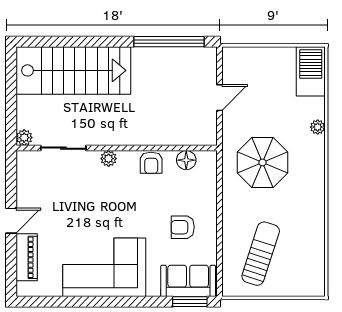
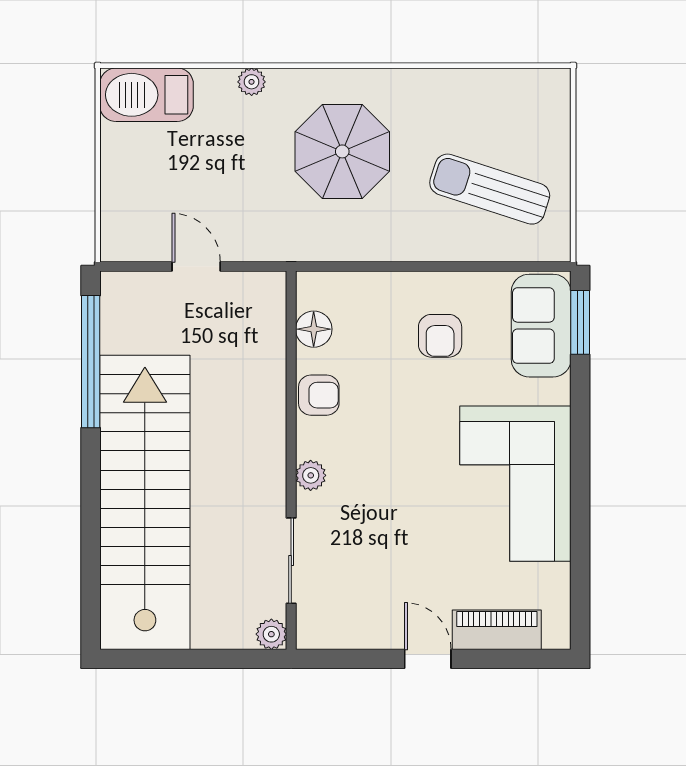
stairs: (73, 70) -> (145, 502), width x1.36
parasol: (263, 162) -> (342, 151), moved

